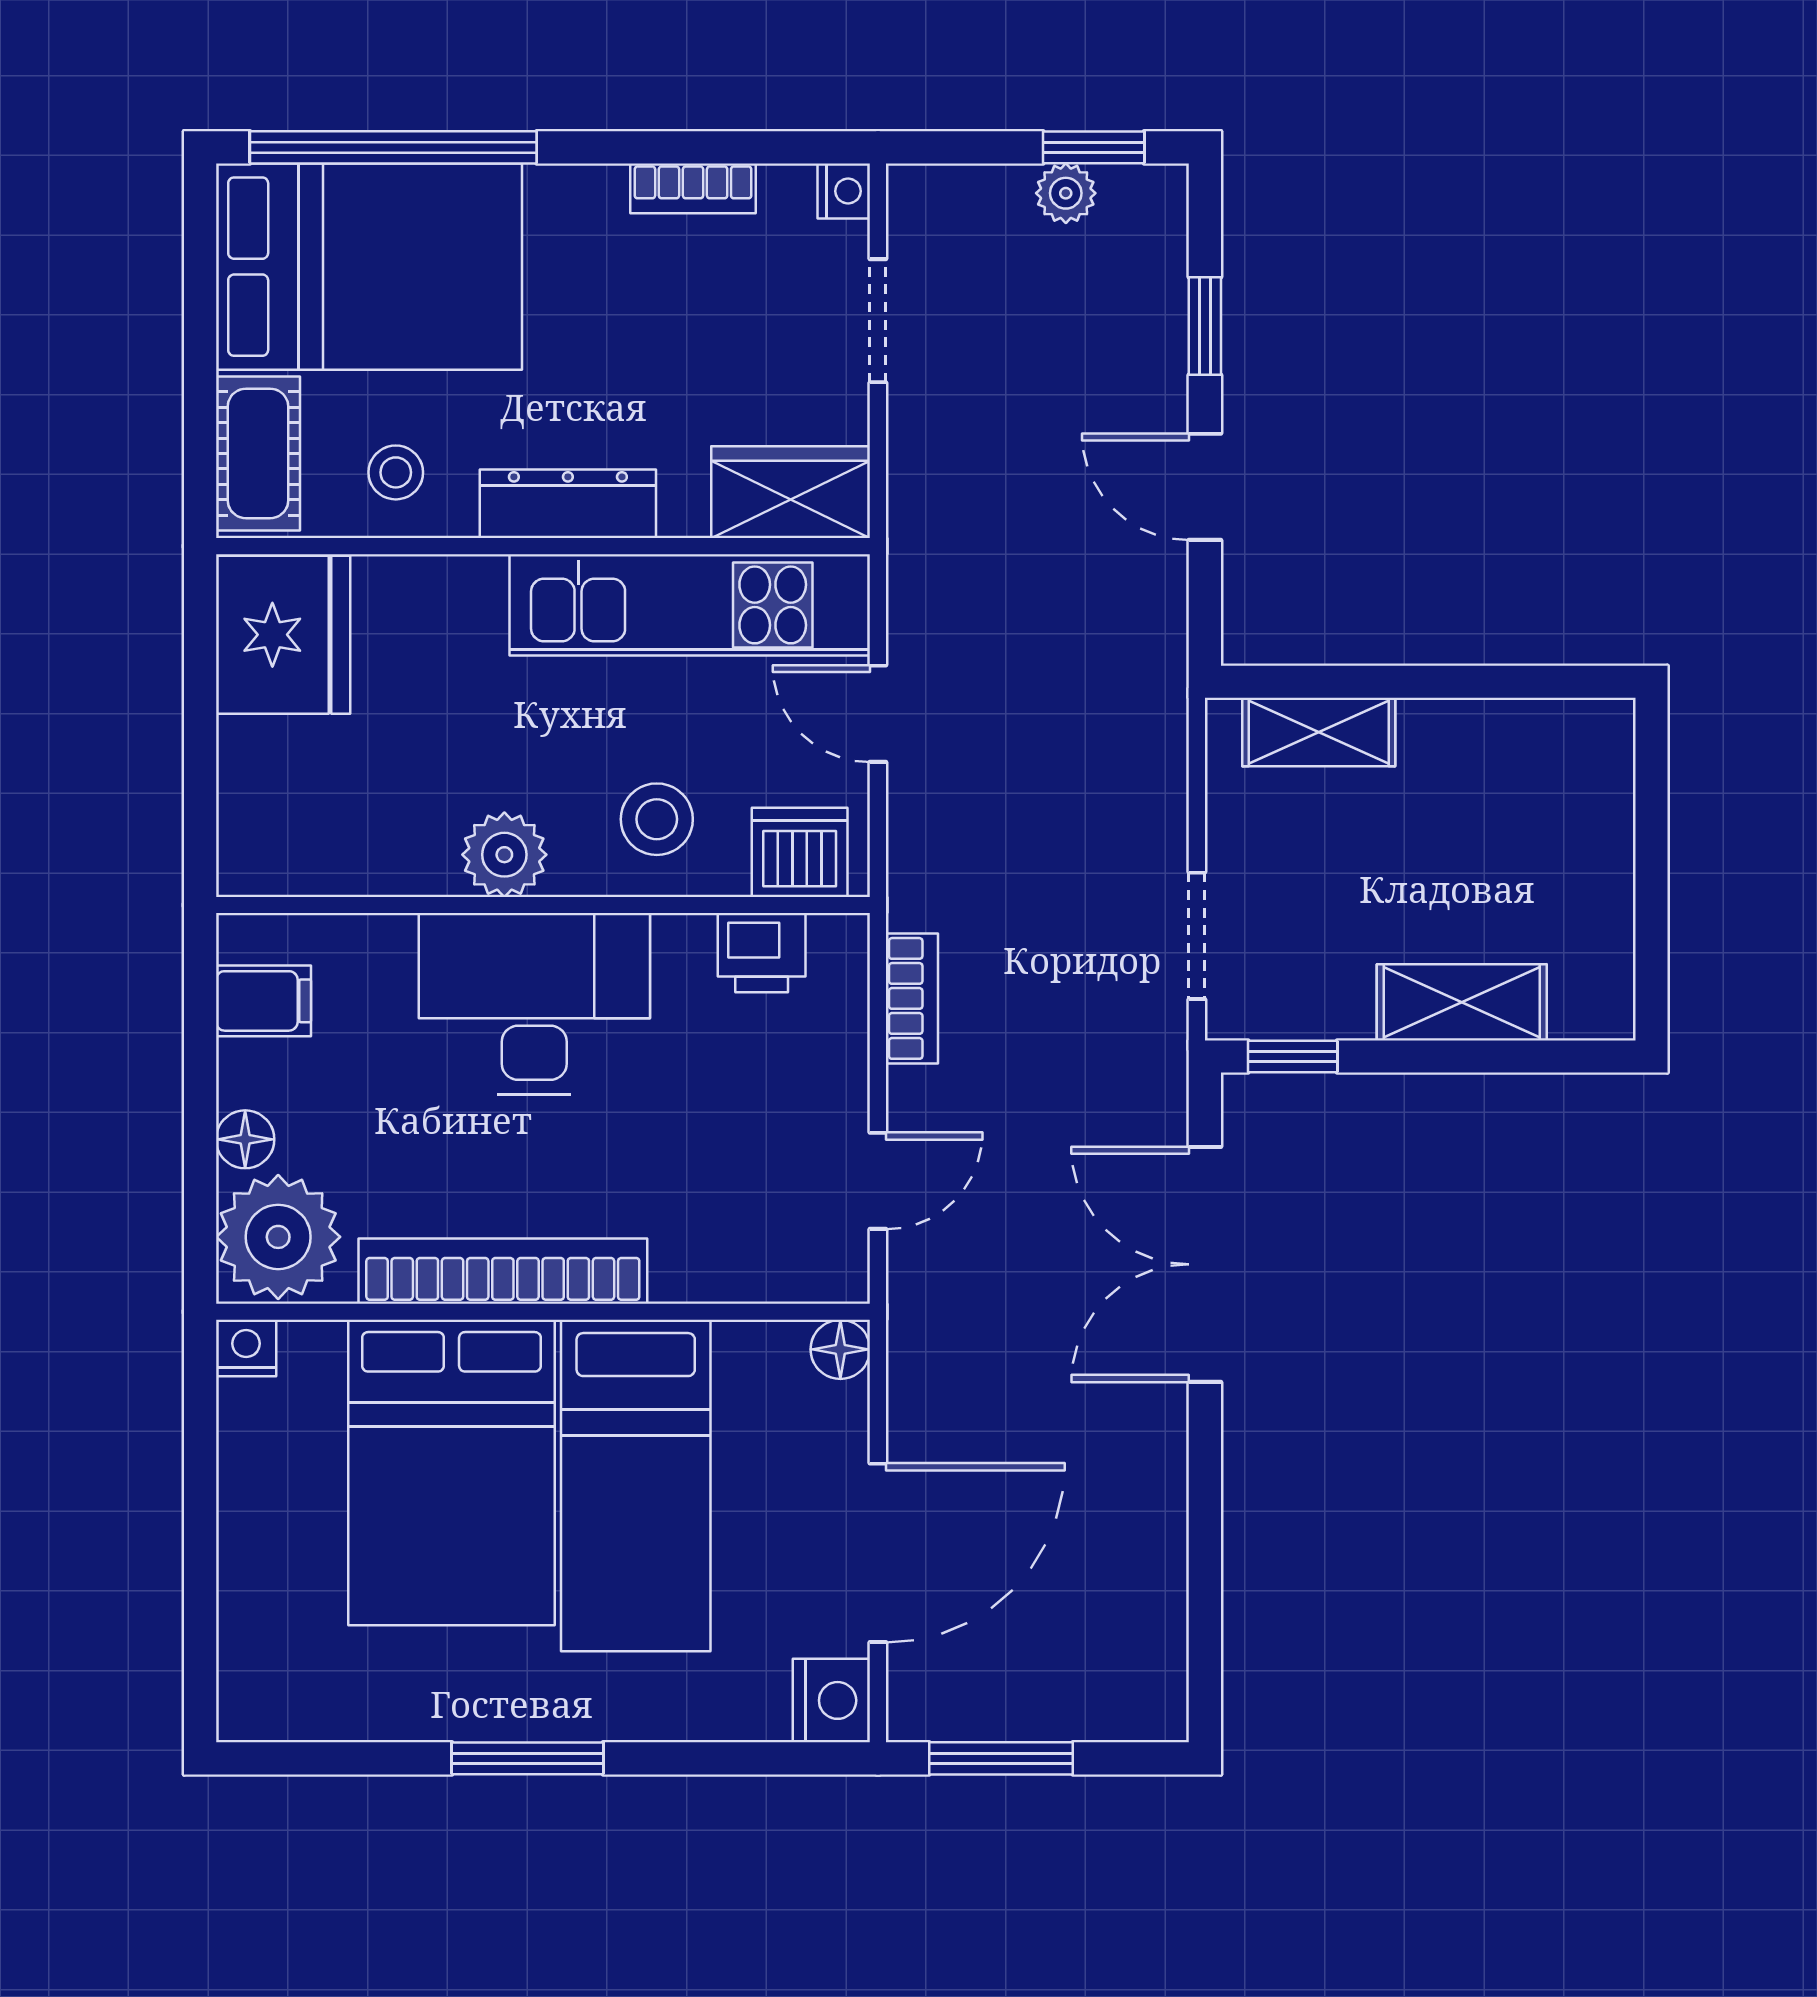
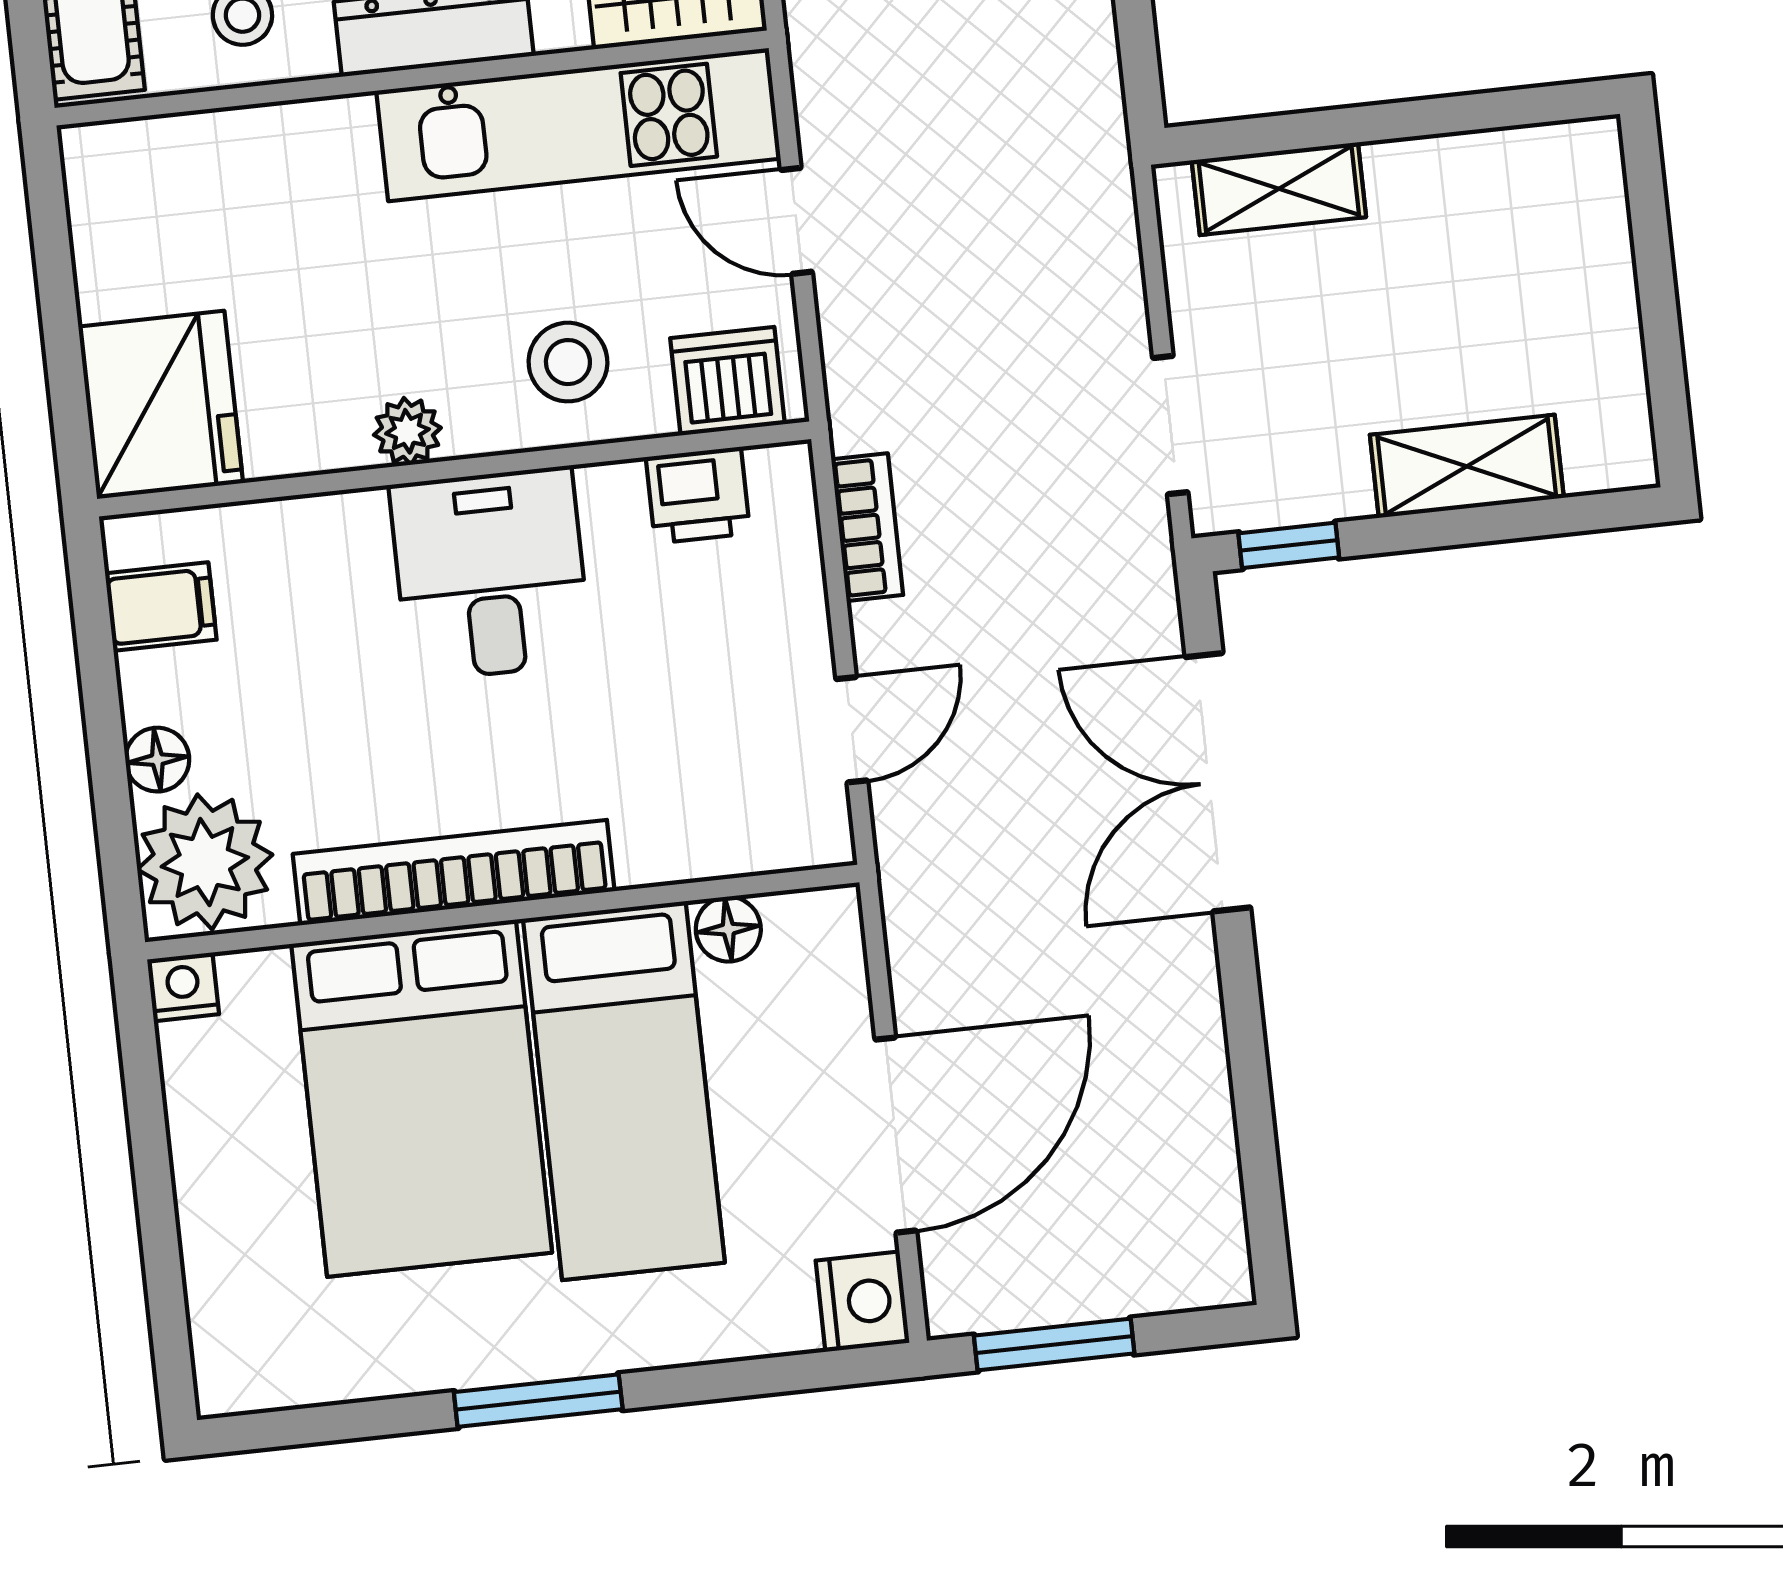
fridge: (283, 635) -> (161, 405), moved
plant: (504, 855) -> (407, 431), width x0.73, depth x0.73
desk: (534, 1004) -> (490, 574), width x0.73
floor lamp: (840, 1349) -> (728, 929), moved

